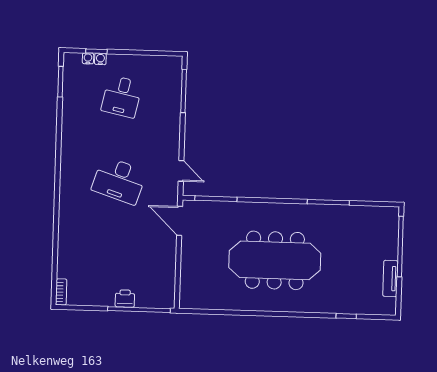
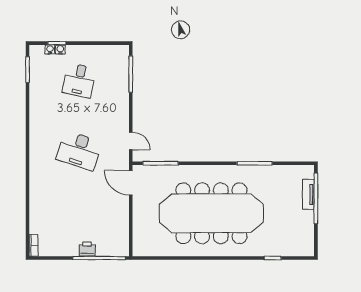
meeting table: (275, 260) -> (211, 213), width x1.36, depth x1.27
tv unit: (390, 279) -> (308, 194), moved

